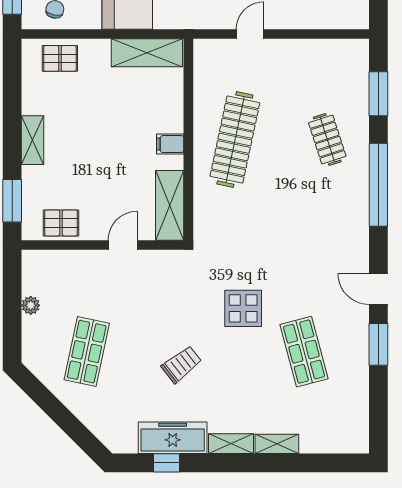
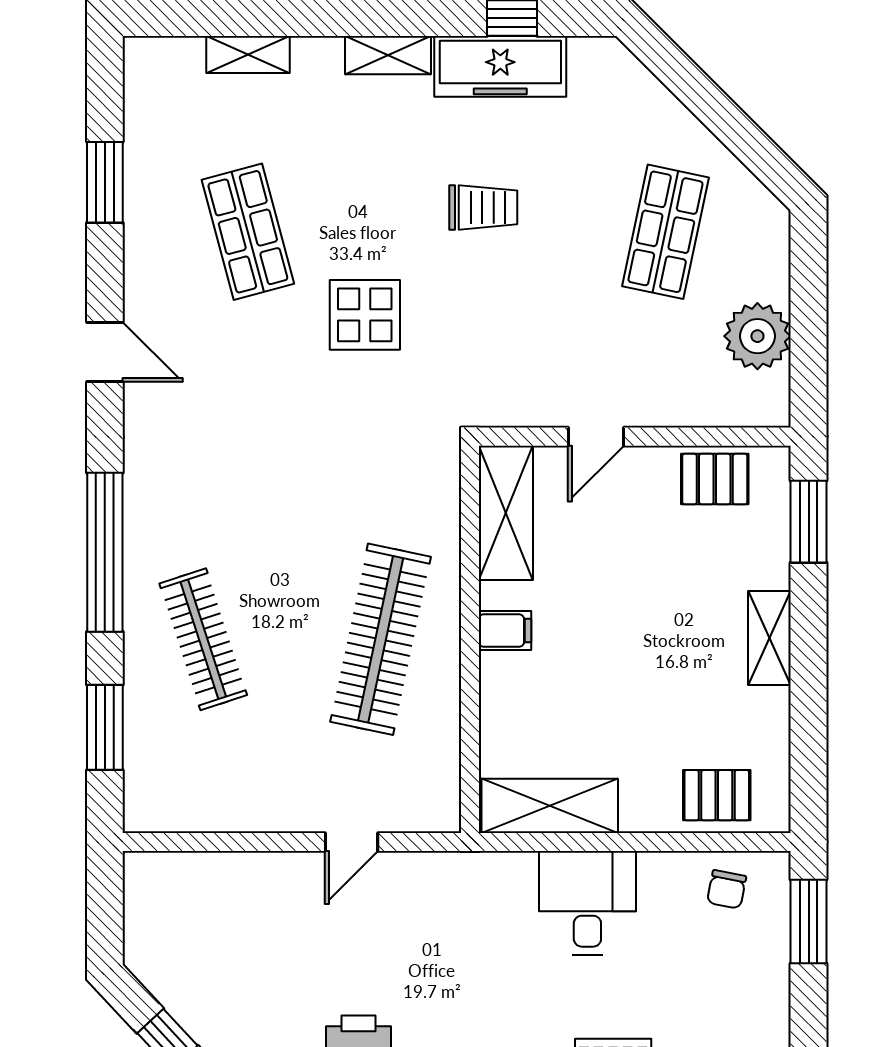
clothes rail: (327, 140) -> (203, 639), width x1.36
plant: (31, 305) -> (757, 336), width x1.88, depth x1.88
window: (378, 344) -> (105, 182), moved
trolley: (181, 364) -> (483, 207), turned -142
shelving: (277, 444) -> (248, 55), moved

